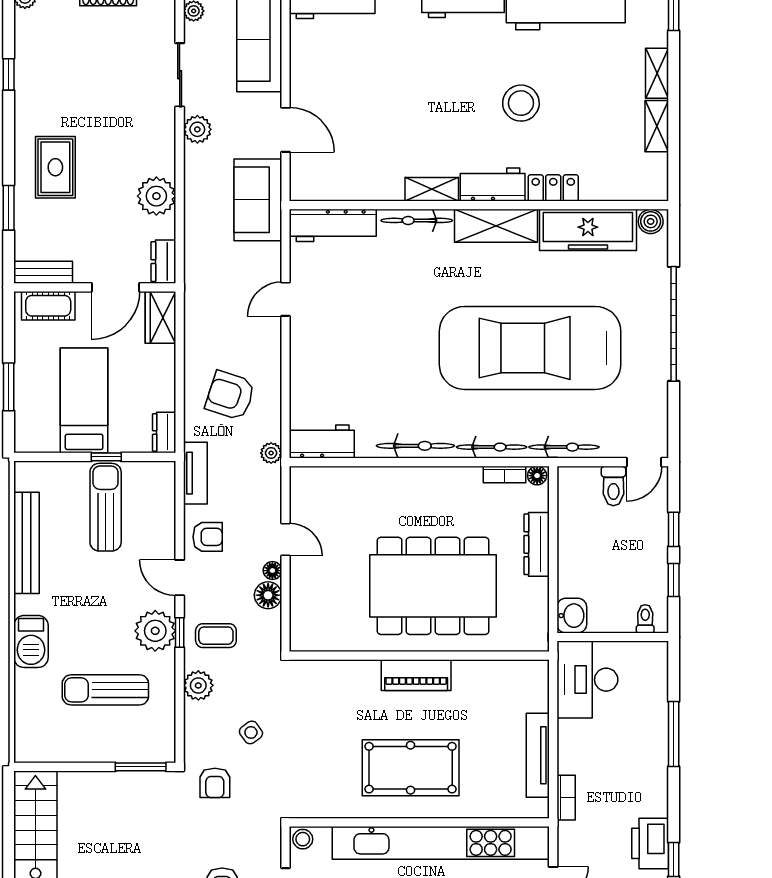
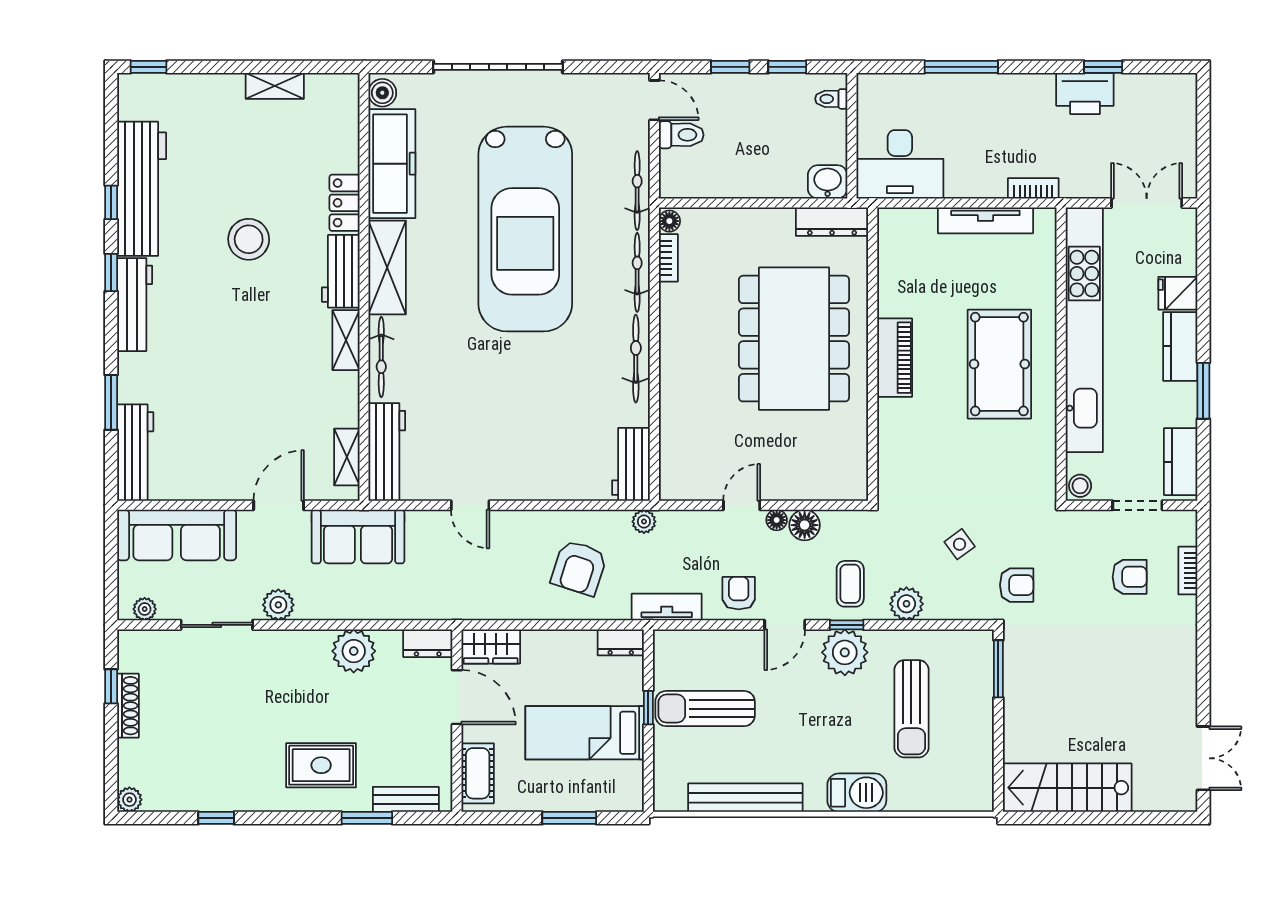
shelving: (657, 73) -> (347, 457), moved, turned 90
bench: (43, 272) -> (406, 799), moved, turned 90
dresser: (537, 544) -> (832, 222), moved

